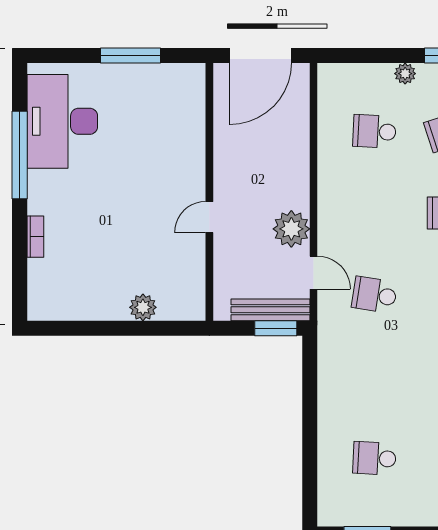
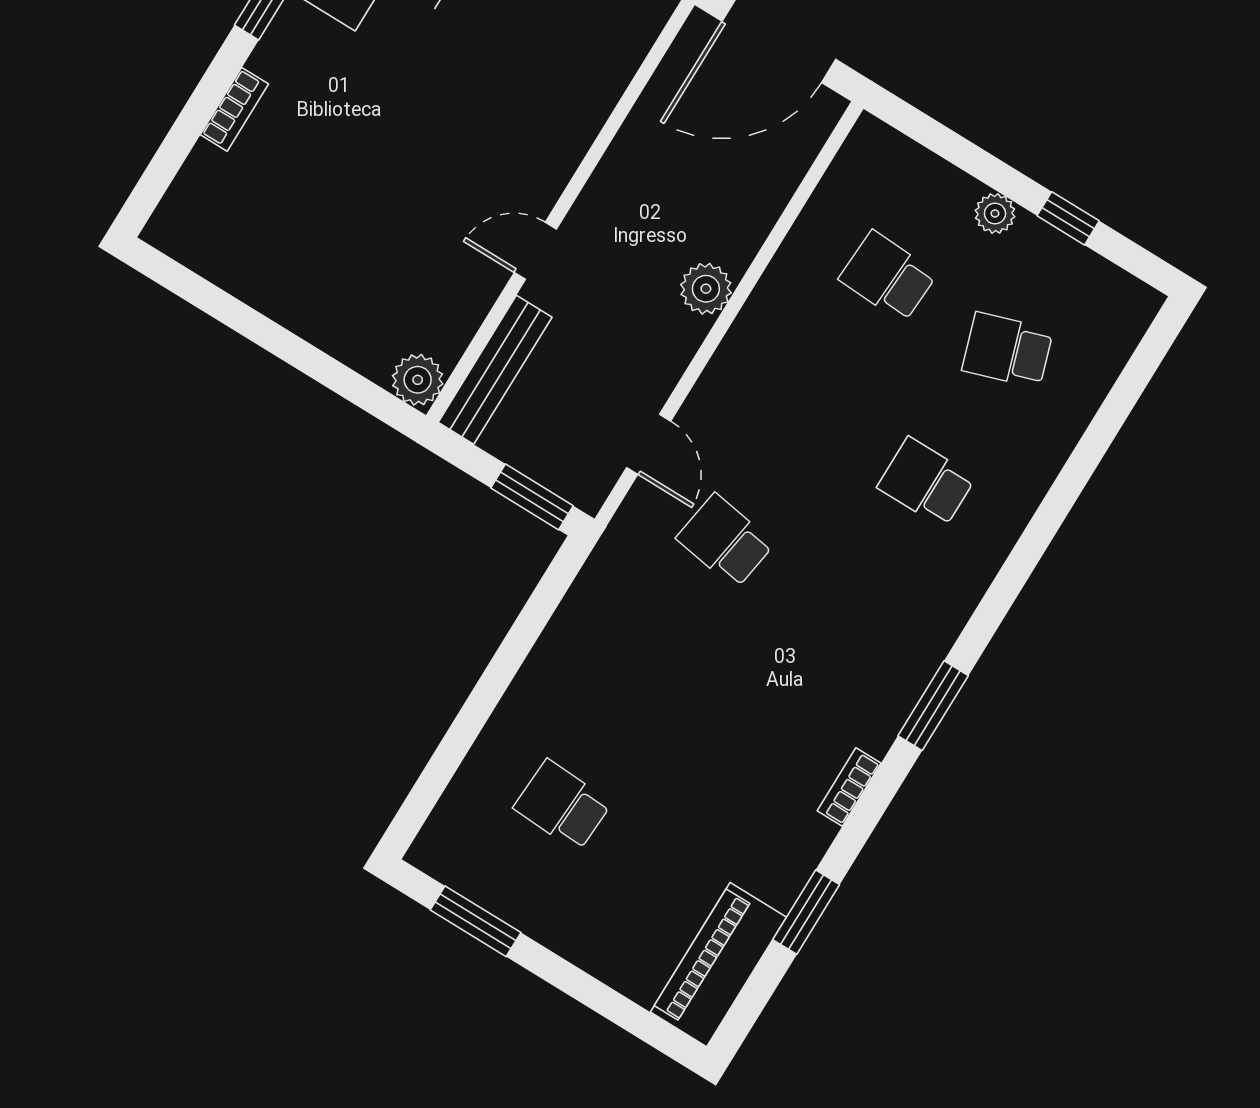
plant: (291, 229) -> (706, 289), moved, width x0.73, depth x0.73
plant: (143, 307) -> (418, 380), moved
bench: (270, 310) -> (495, 370), moved, turned 90

